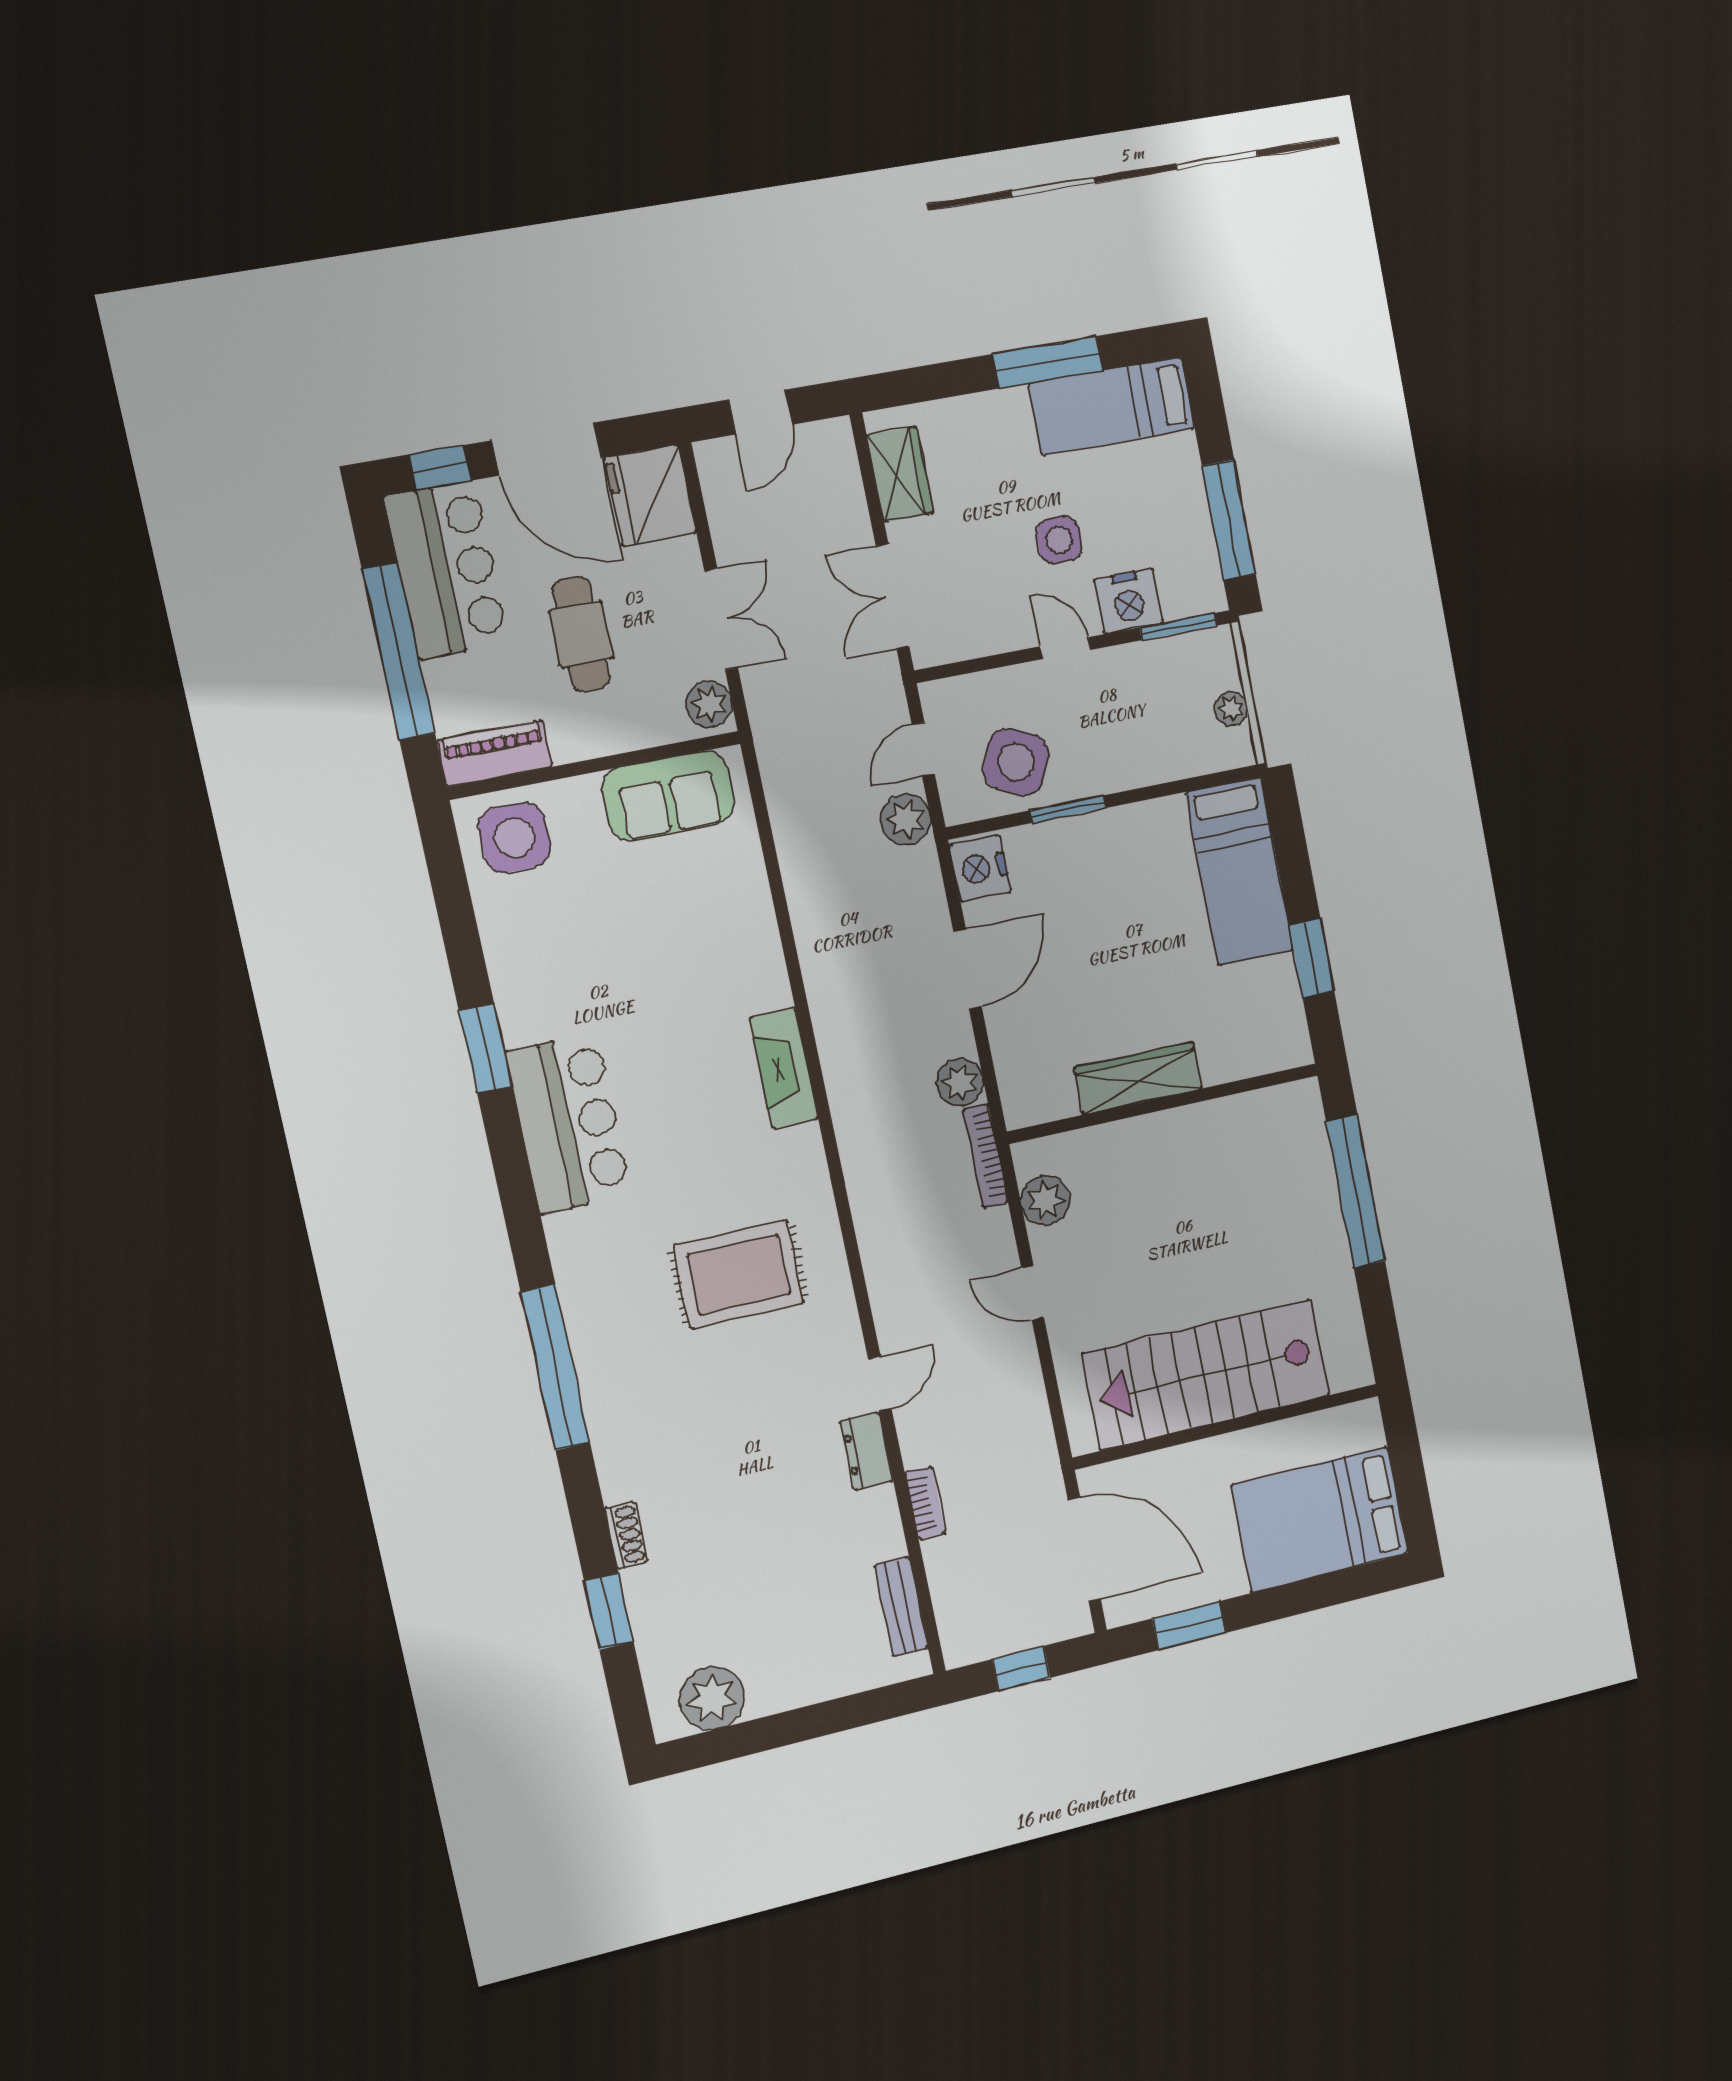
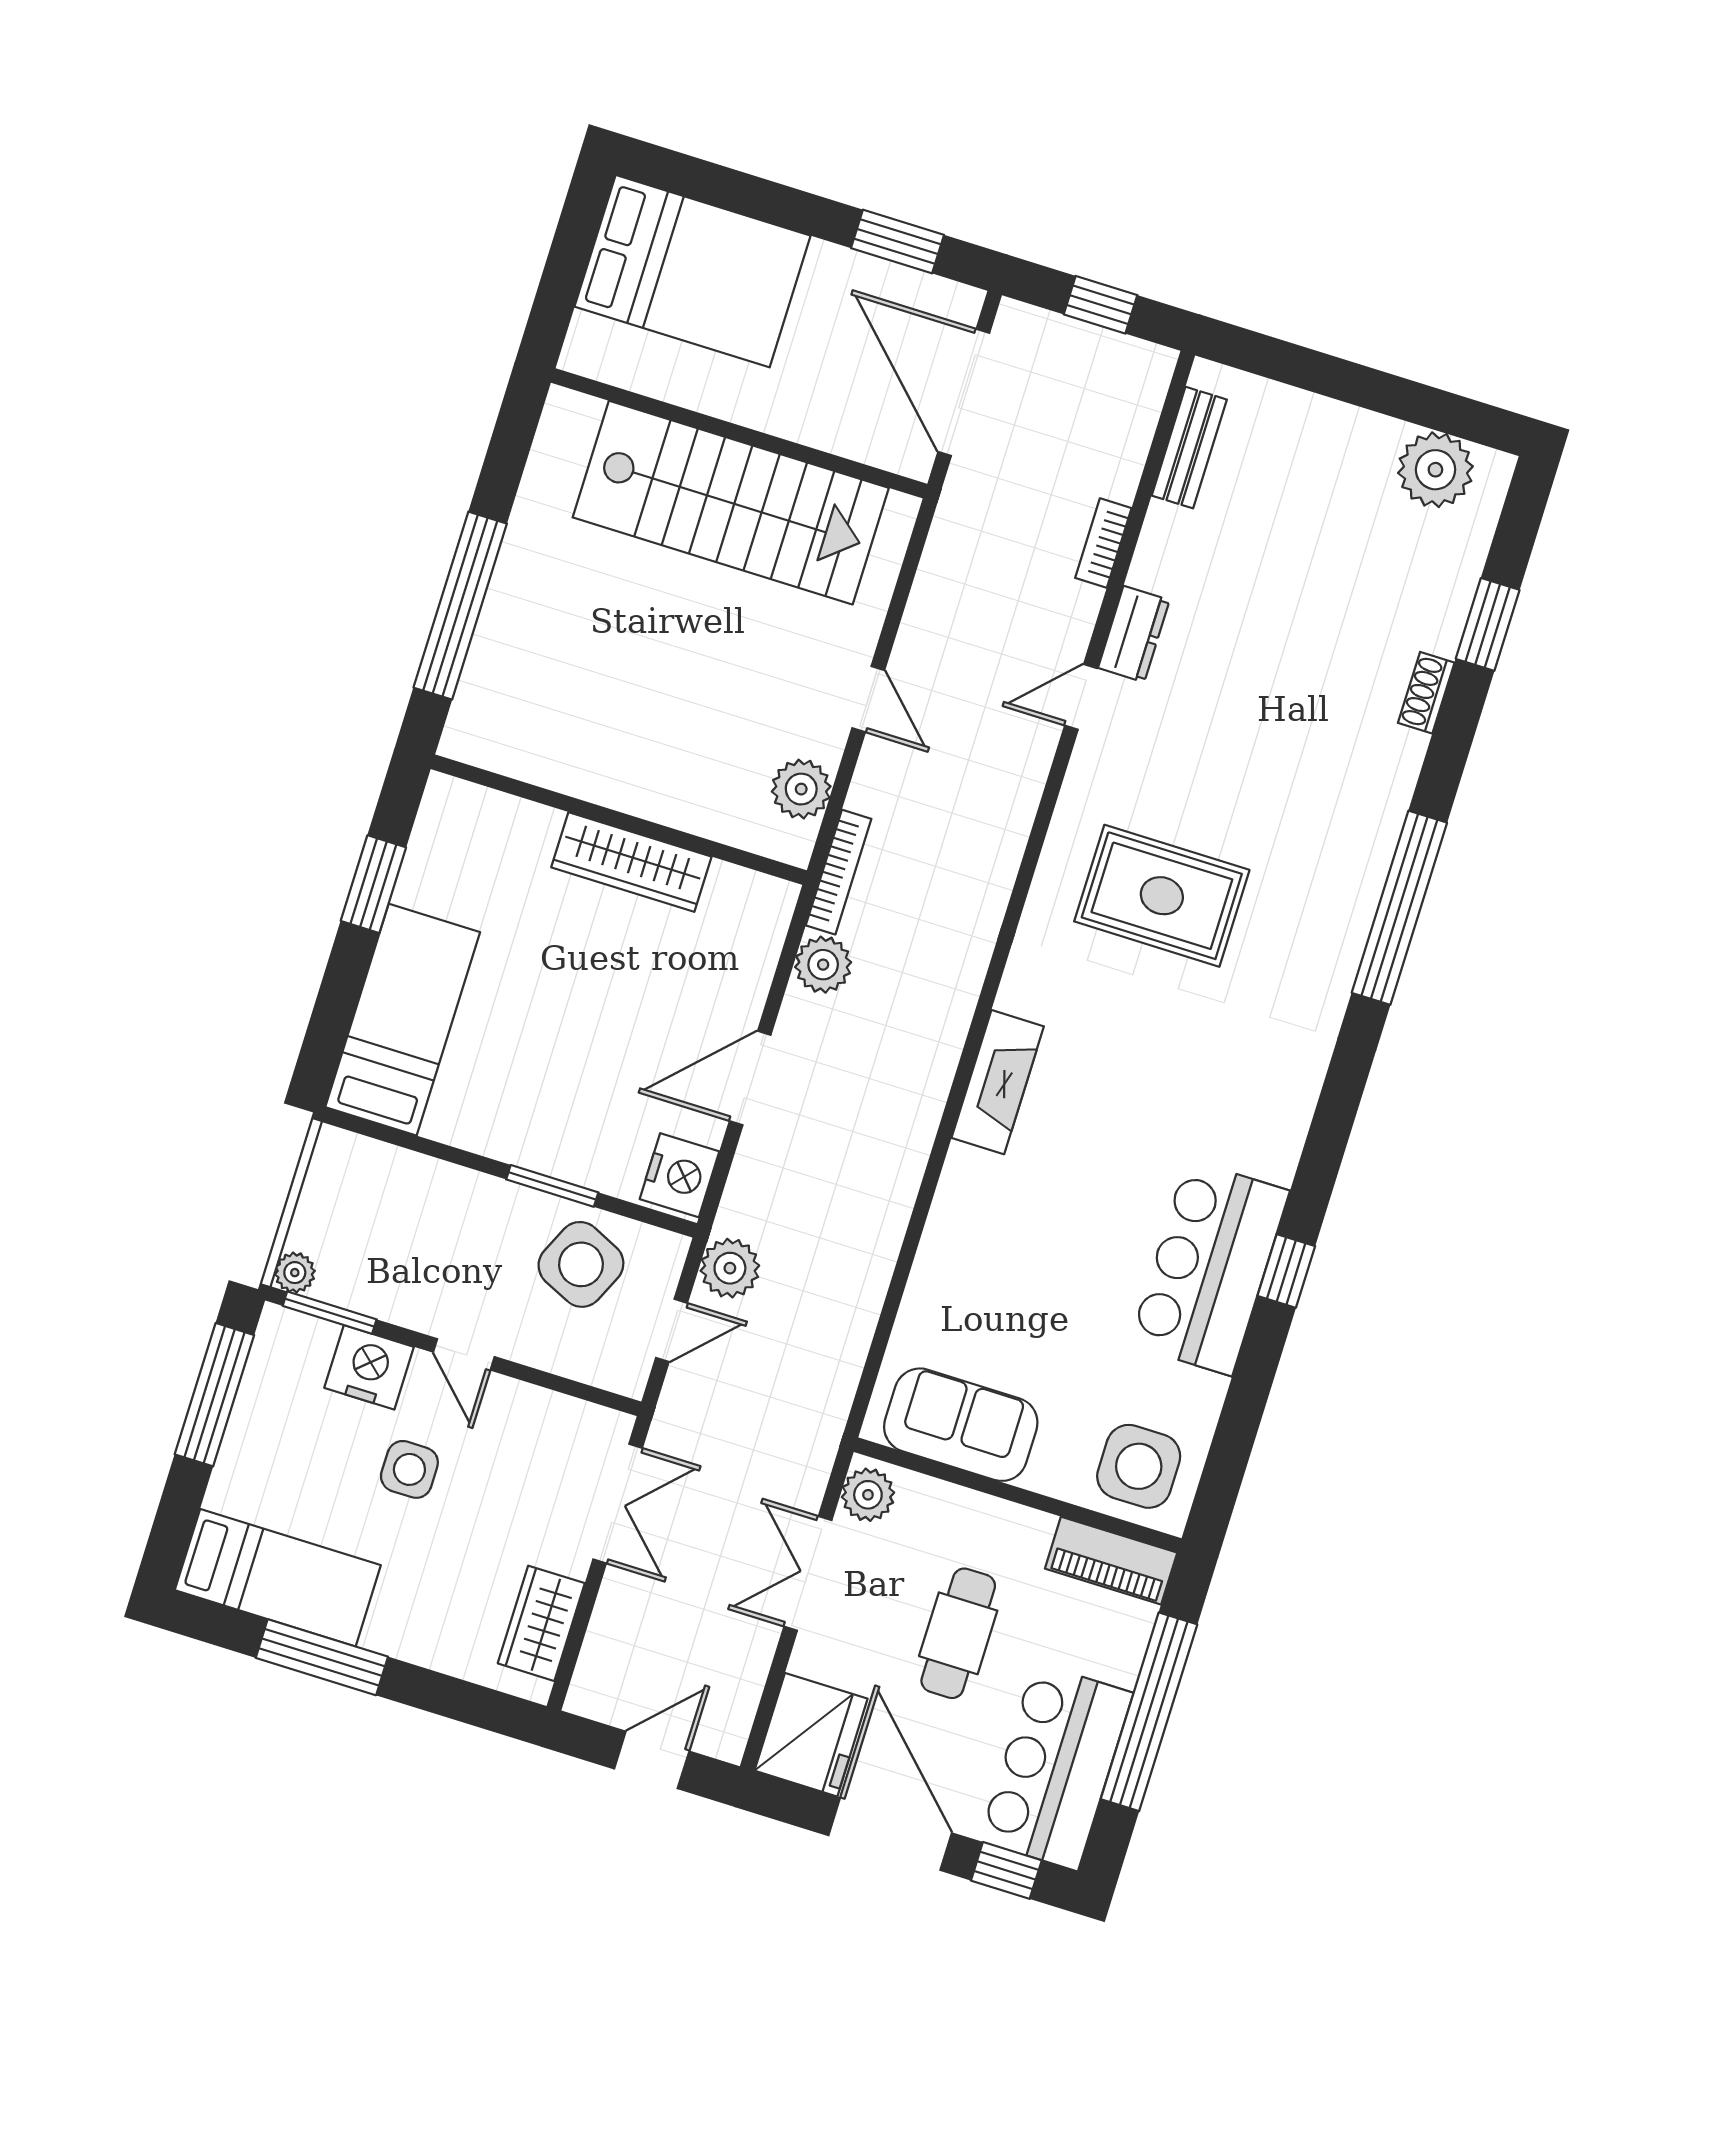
plant: (1231, 709) -> (295, 1273), moved
window: (486, 1048) -> (1286, 1271), width x0.67
bar counter: (569, 1124) -> (1209, 1268), moved

